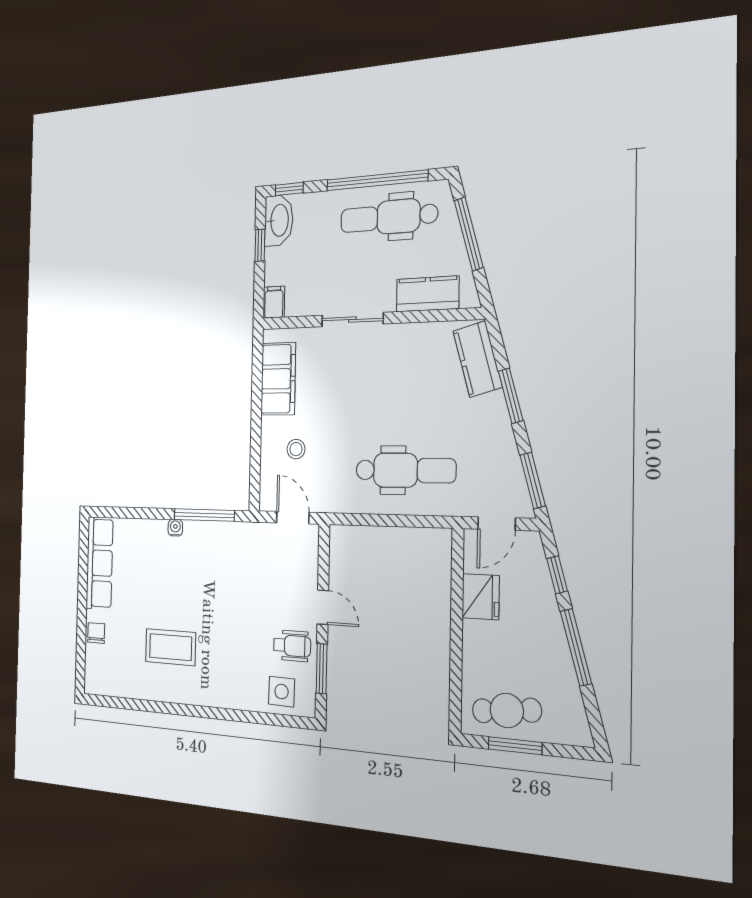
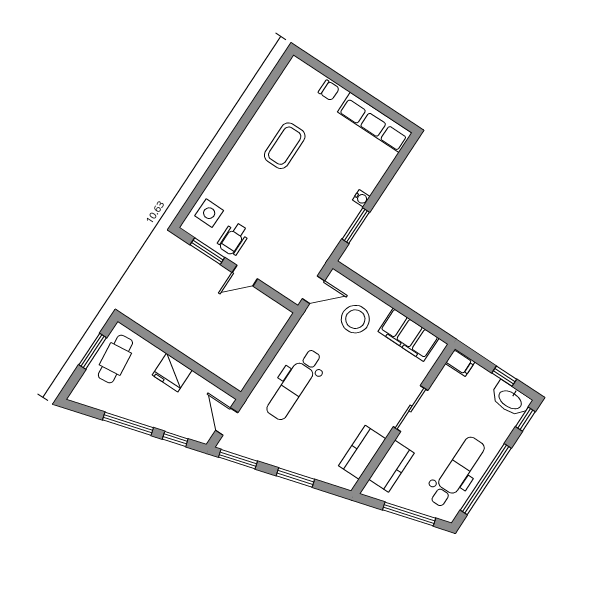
kitchen counter: (478, 359) -> (362, 452), moved, turned -74
stool: (296, 449) -> (355, 319), width x1.89, depth x1.89
window: (204, 515) -> (356, 226), width x0.69
fridge: (481, 597) -> (172, 373), moved

